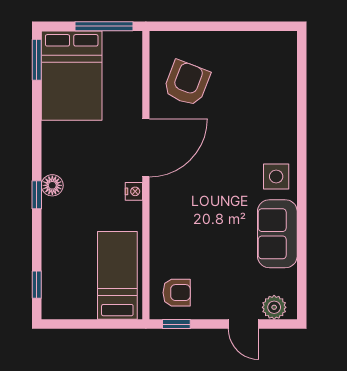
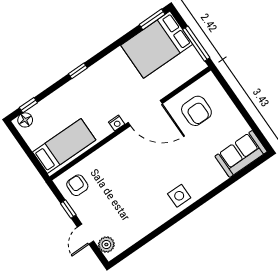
armchair: (187, 83) -> (196, 111), turned 69
floor lamp: (52, 185) -> (25, 120), moved
sofa: (277, 234) -> (241, 154), moved
armchair: (177, 293) -> (77, 185), turned 180
window: (176, 324) -> (68, 209), moved

